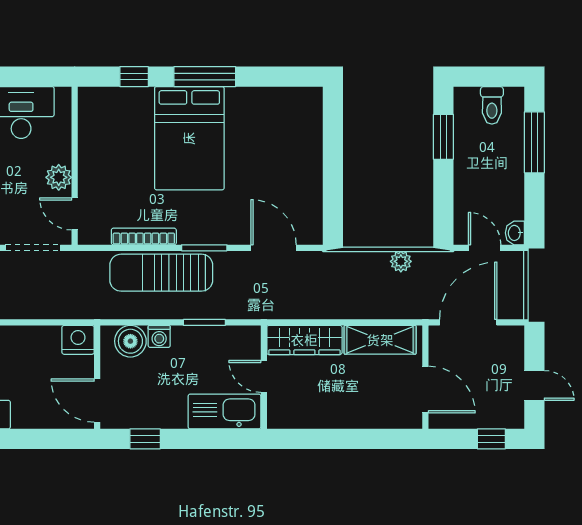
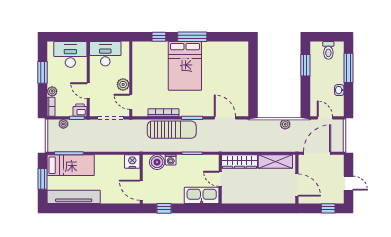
washbasin: (515, 233) -> (339, 90), moved
sun lounger: (161, 273) -> (172, 130), turned 180

